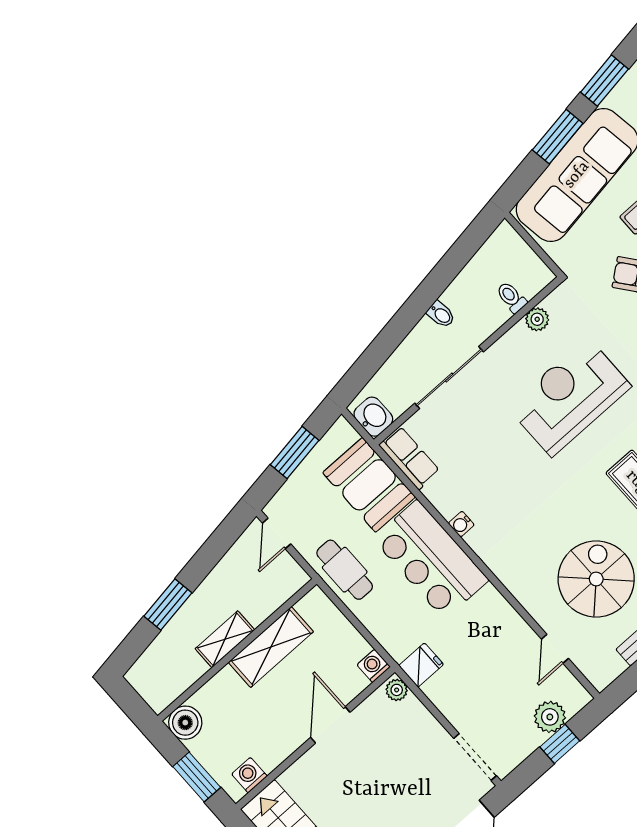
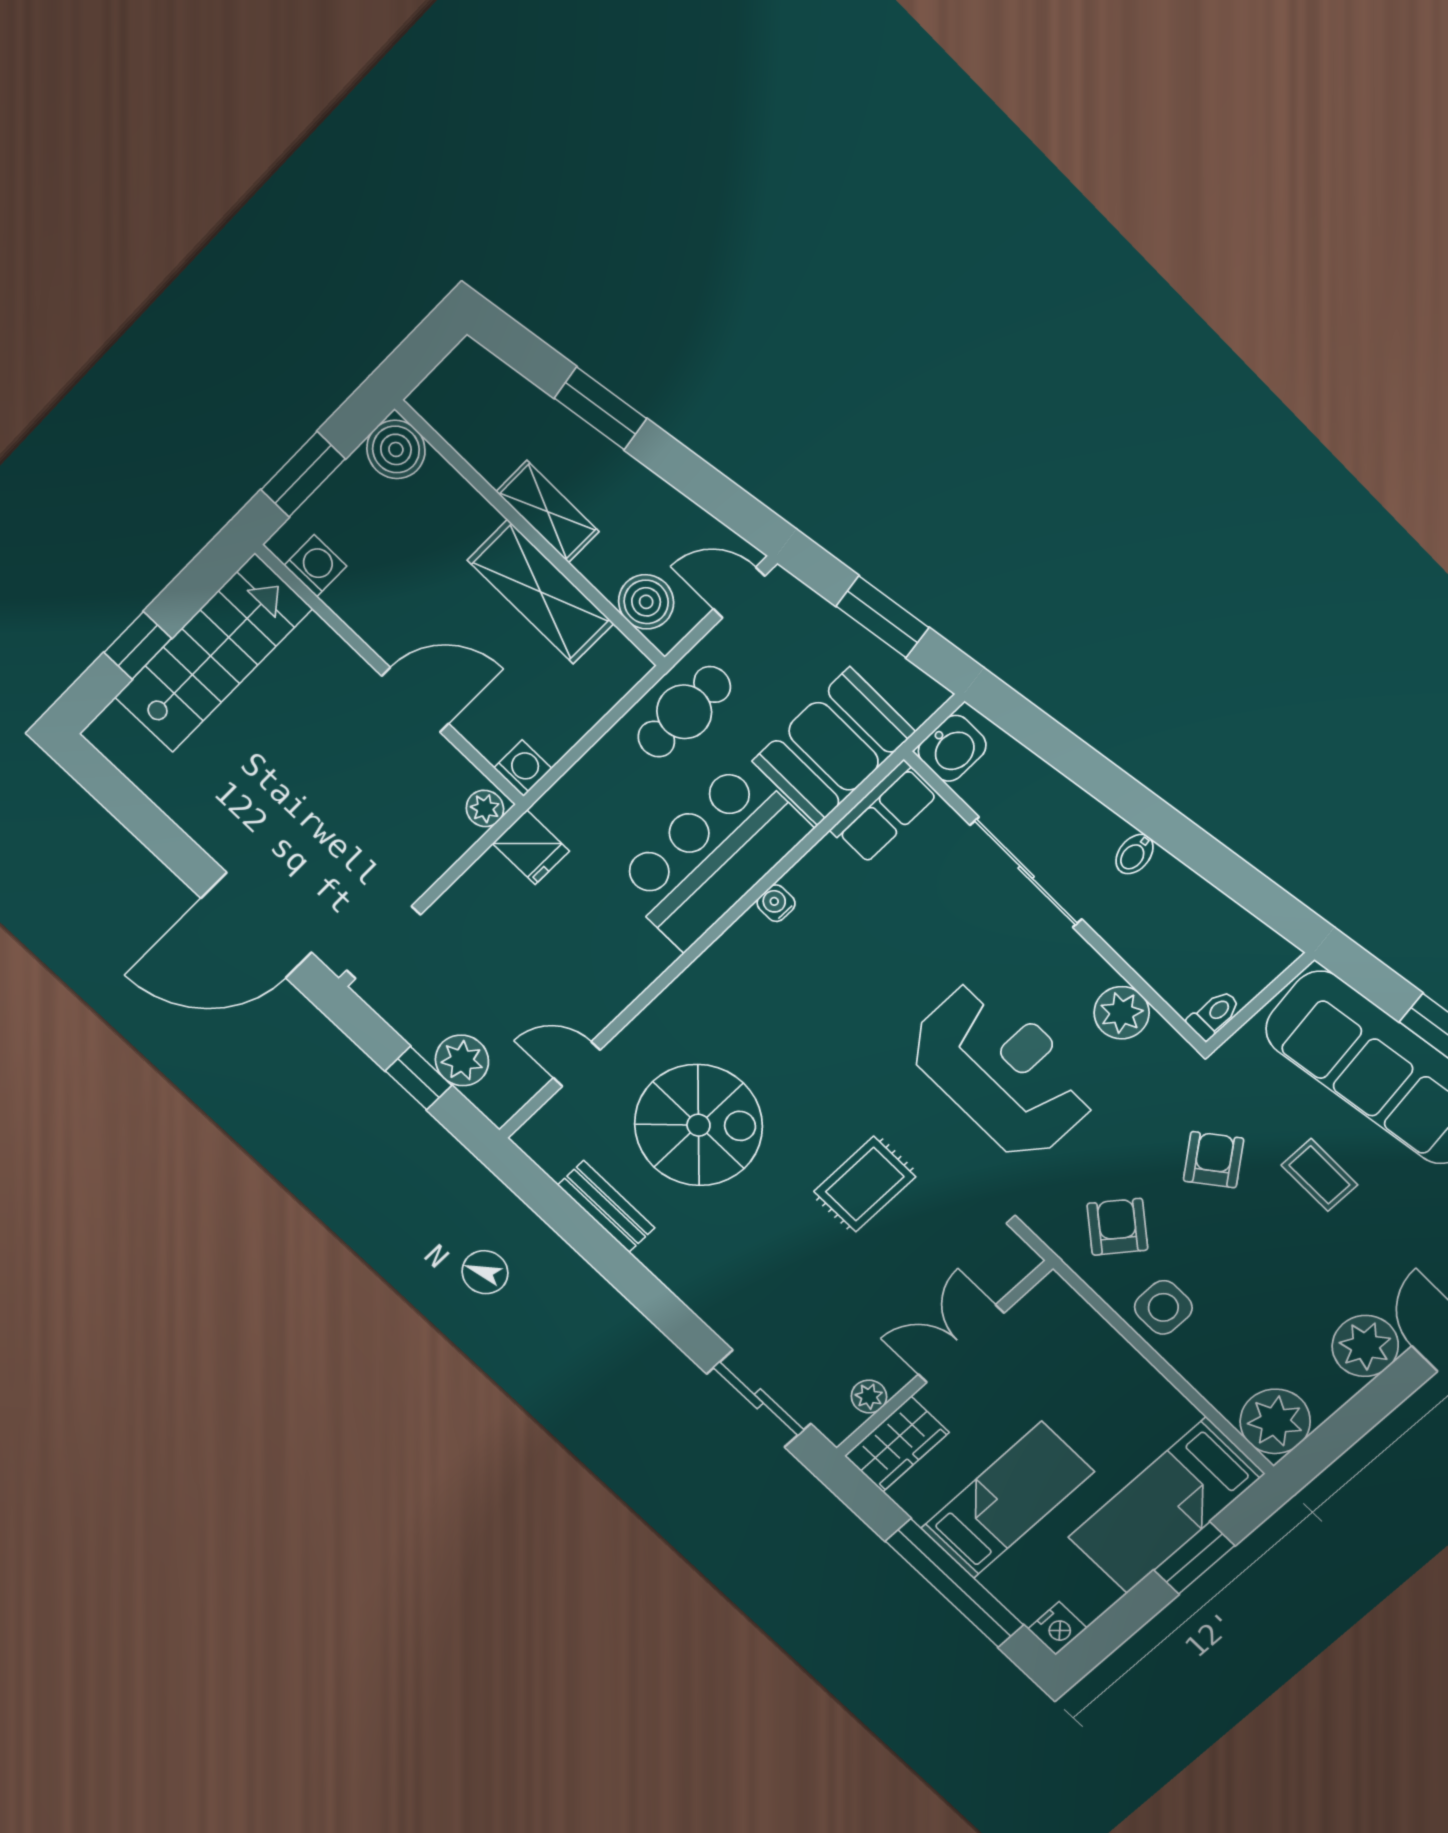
toilet: (511, 297) -> (1214, 1015), moved
plant: (537, 319) -> (1122, 1013), width x1.38, depth x1.38
boiler: (279, 587) -> (646, 602), added

